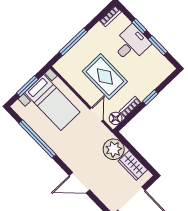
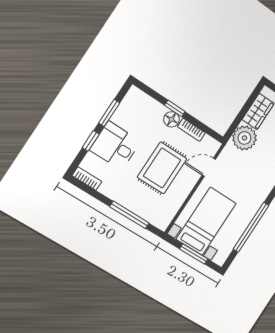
floor lamp: (116, 118) -> (171, 119), moved

